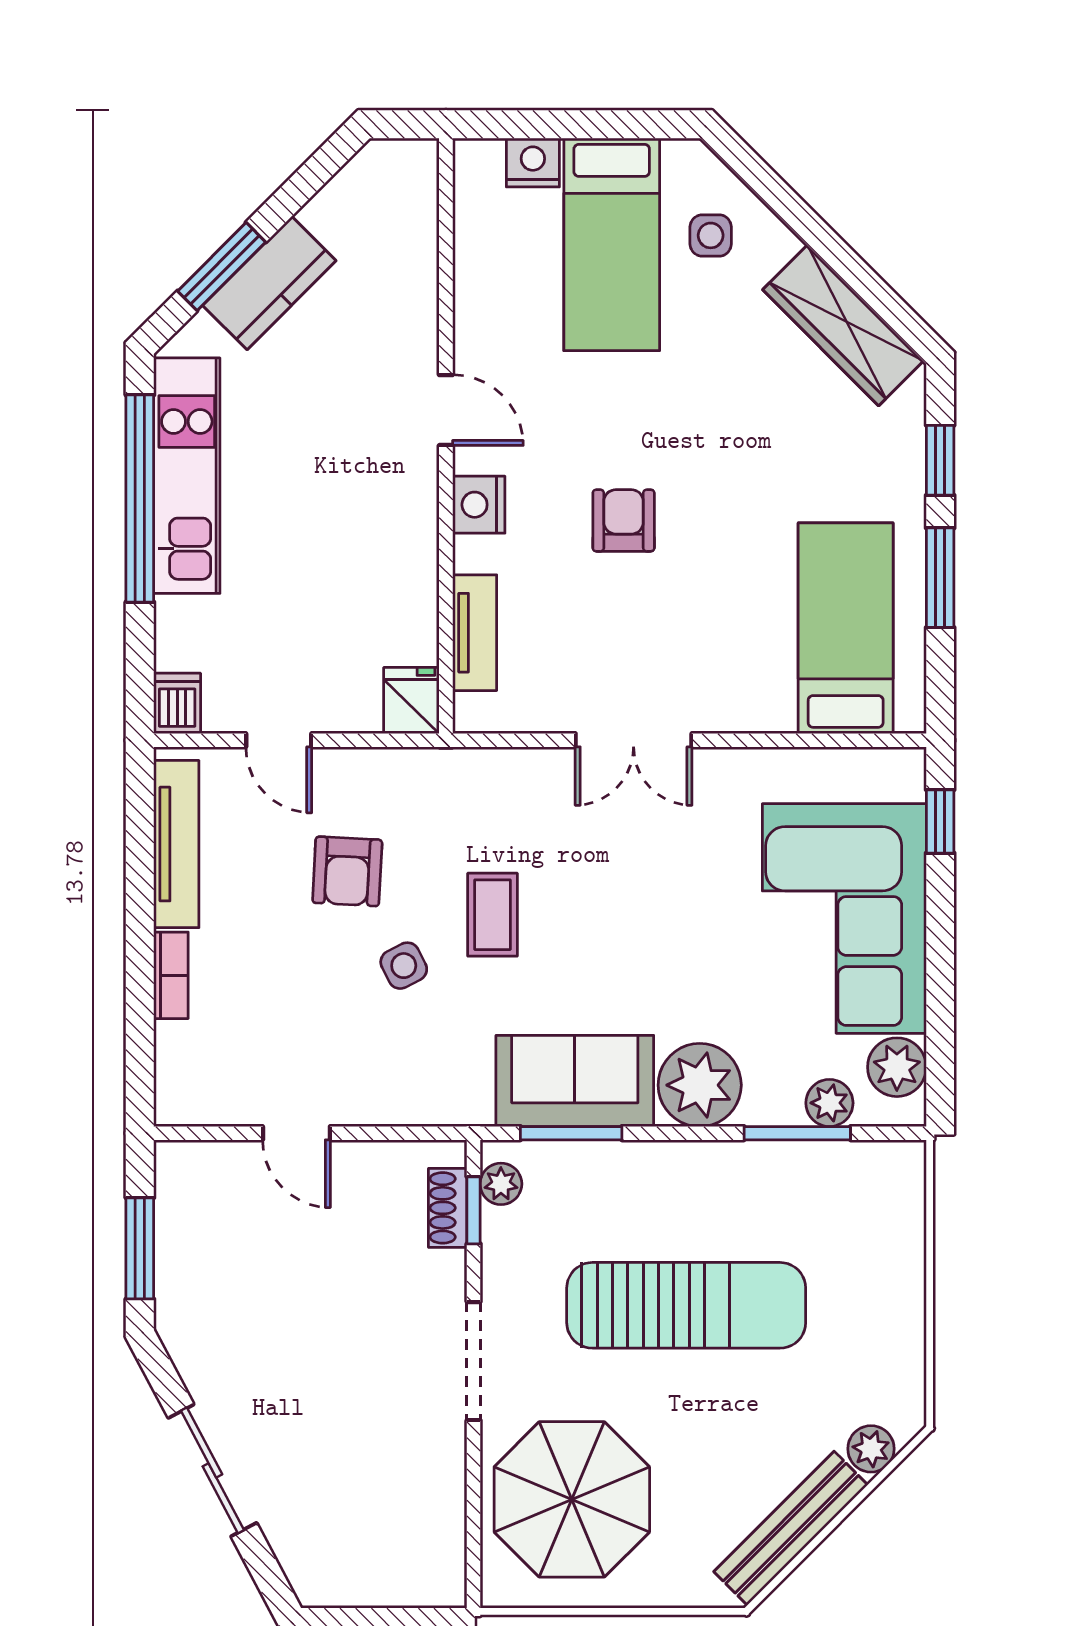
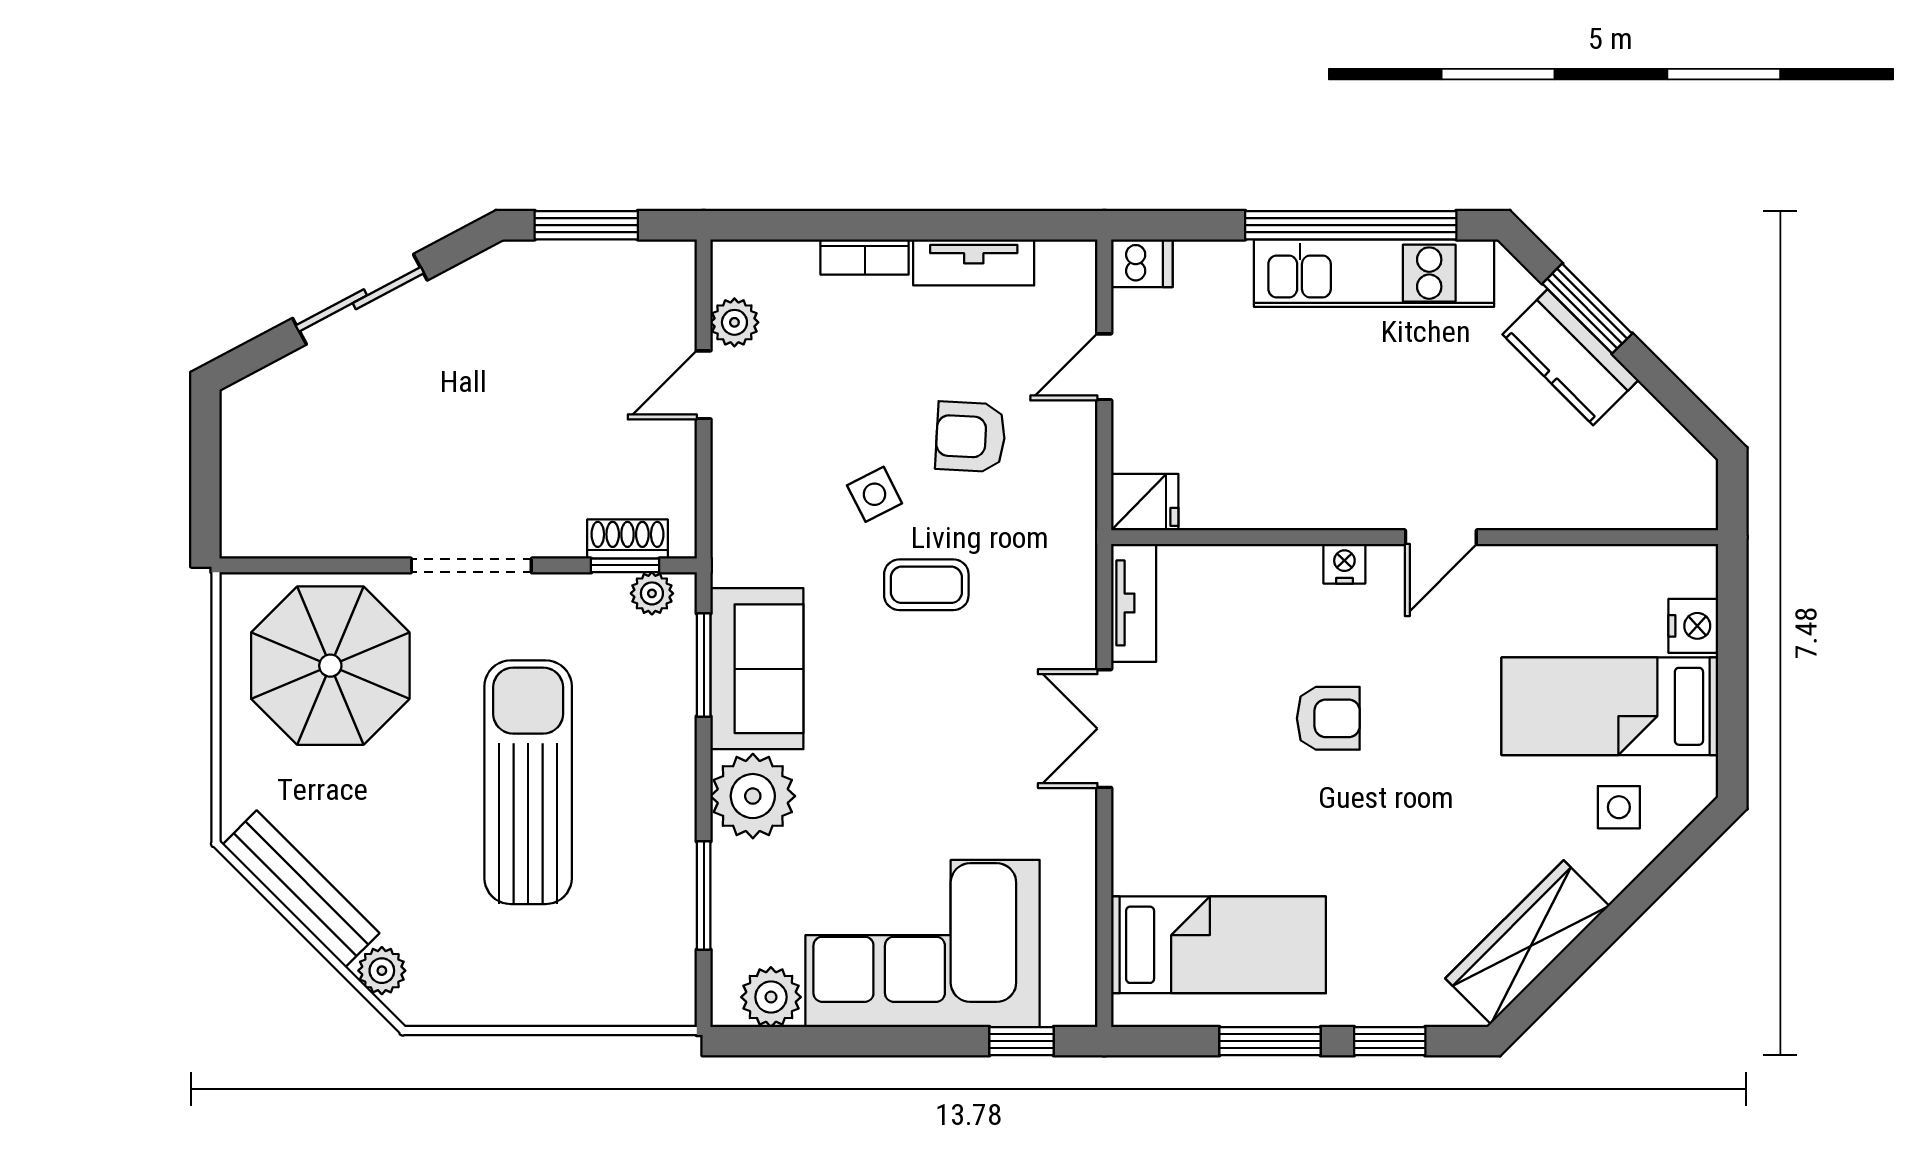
nightstand: (479, 505) -> (1344, 564), width x0.72, depth x0.74
tv unit: (475, 633) -> (1134, 603), moved, turned -90
tv unit: (176, 844) -> (974, 262), width x0.71
plant: (829, 1103) -> (734, 322), moved
sun lounger: (686, 1305) -> (528, 782), turned 180

